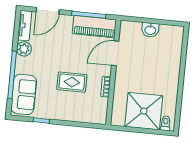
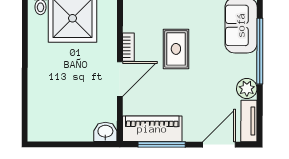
washbasin: (150, 30) -> (105, 132), moved
door: (115, 53) -> (120, 79), moved
rug: (72, 82) -> (176, 49), turned 90

